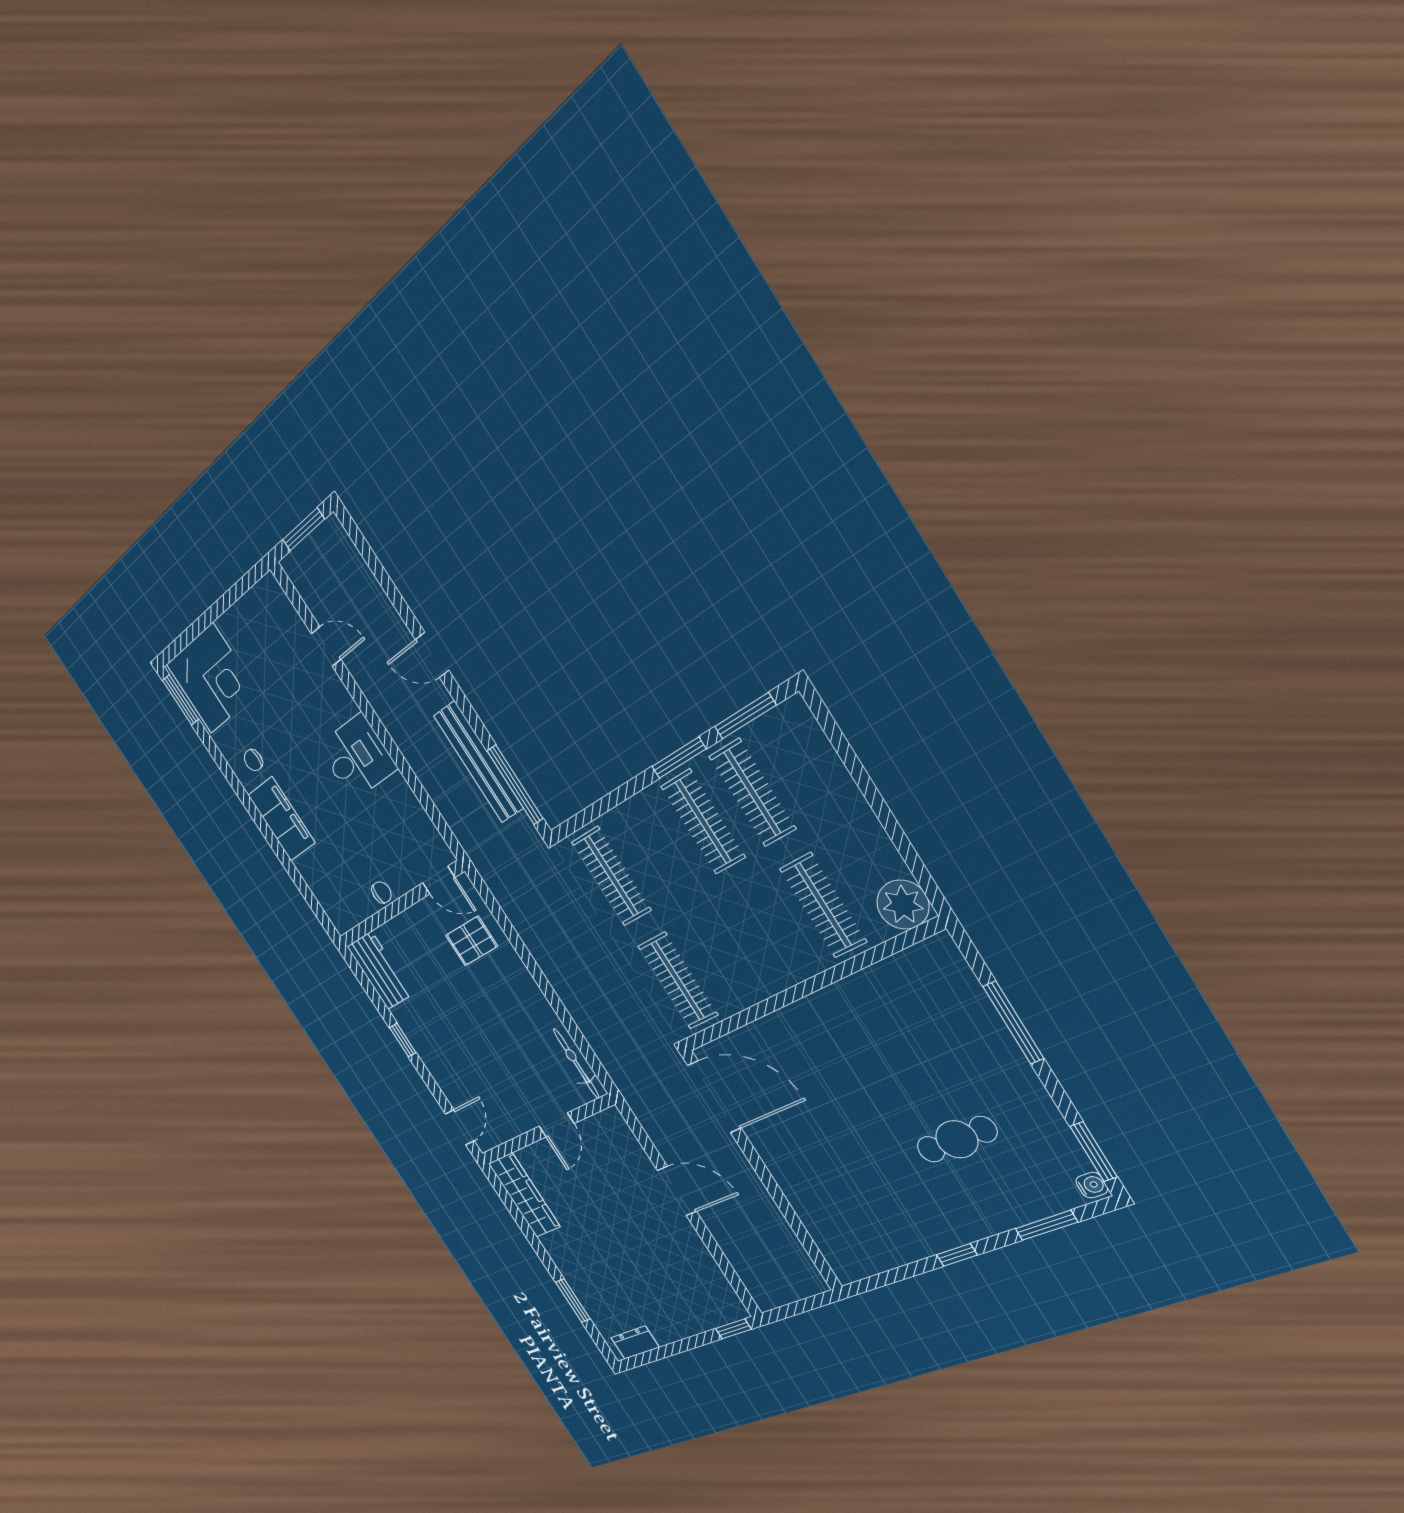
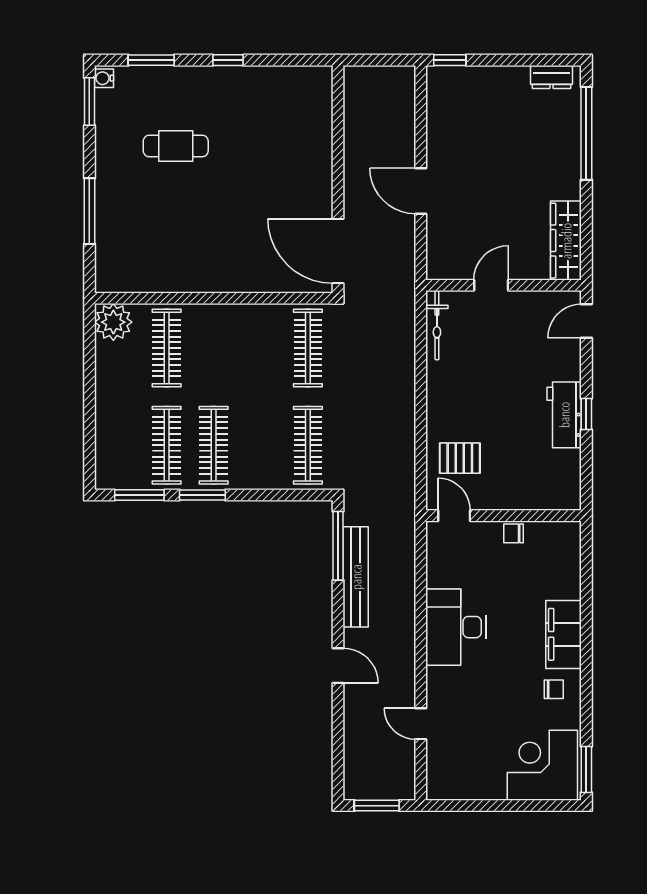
desk: (357, 757) -> (456, 627), width x1.37
workbench: (380, 970) -> (564, 415), moved
window: (573, 1301) -> (586, 133), width x2.11

